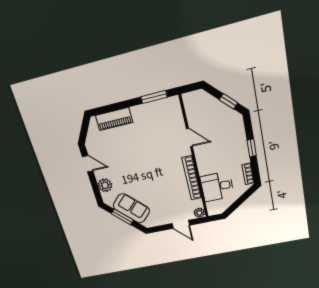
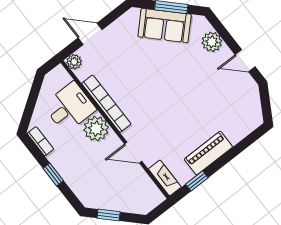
window: (154, 97) -> (197, 181), width x0.67
fireplace: (176, 110) -> (165, 178), added
piano: (114, 119) -> (208, 153), moved
plant: (207, 165) -> (96, 129), added

